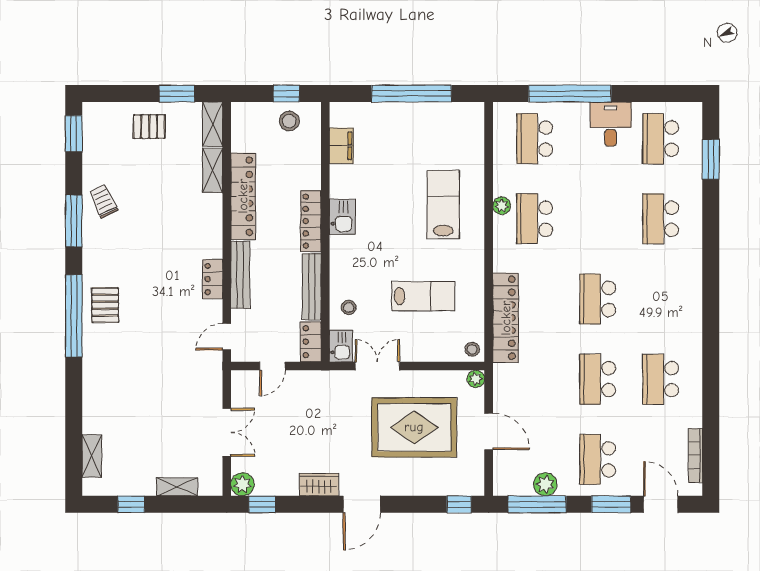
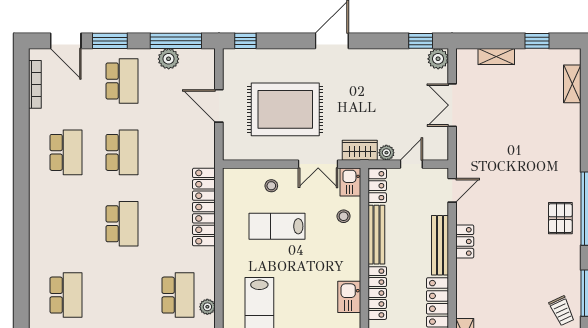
stool: (472, 349) -> (271, 186), moved
plant: (476, 379) -> (386, 153), moved
wardrobe: (319, 485) -> (360, 150), moved, turned 180

